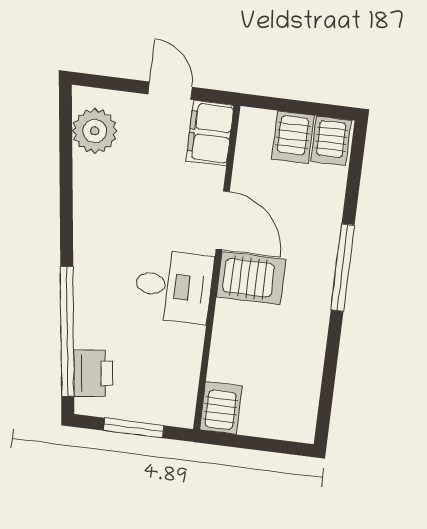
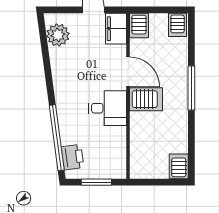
server rack: (293, 137) -> (139, 26), moved
server rack: (221, 408) -> (179, 166), moved

